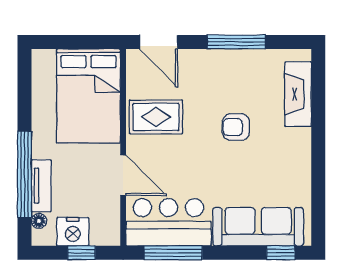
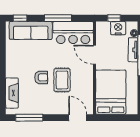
window: (236, 42) -> (29, 118), moved
rug: (156, 117) -> (62, 80), moved, turned 90
window: (173, 253) -> (58, 18), moved

